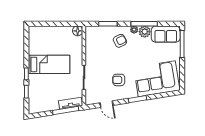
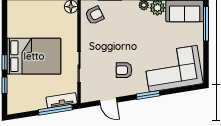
armchair: (120, 41) -> (94, 15), moved
bed: (49, 64) -> (34, 56), width x1.50

